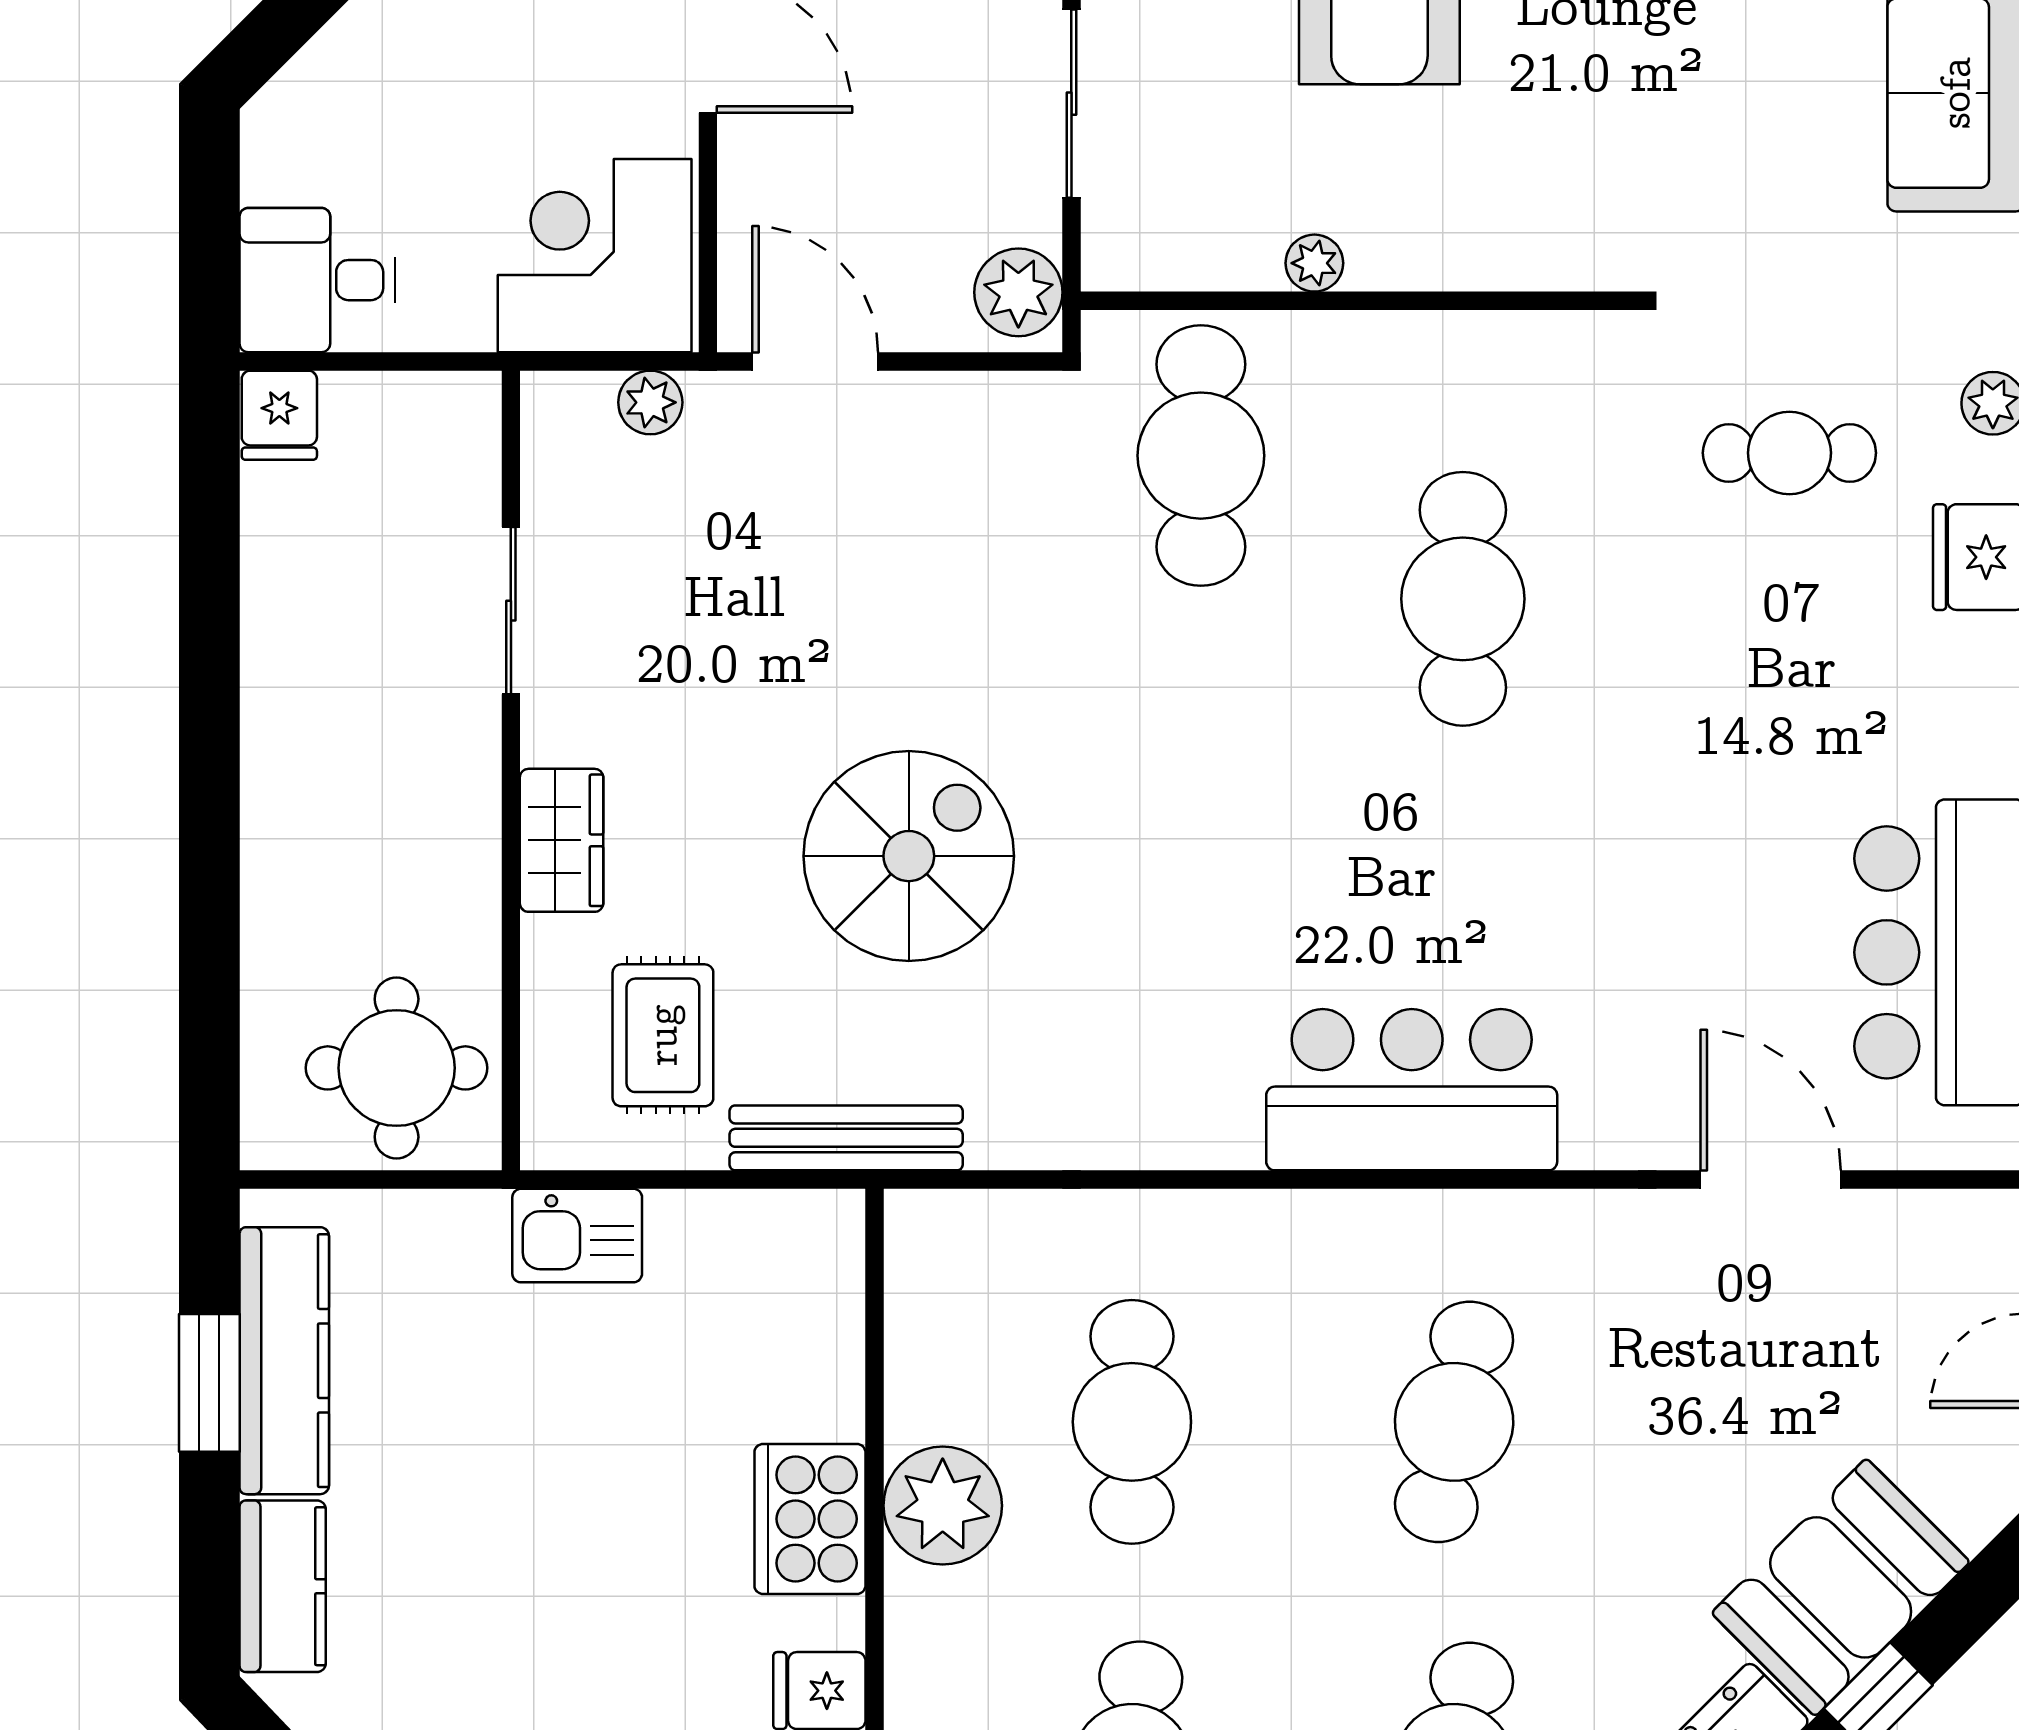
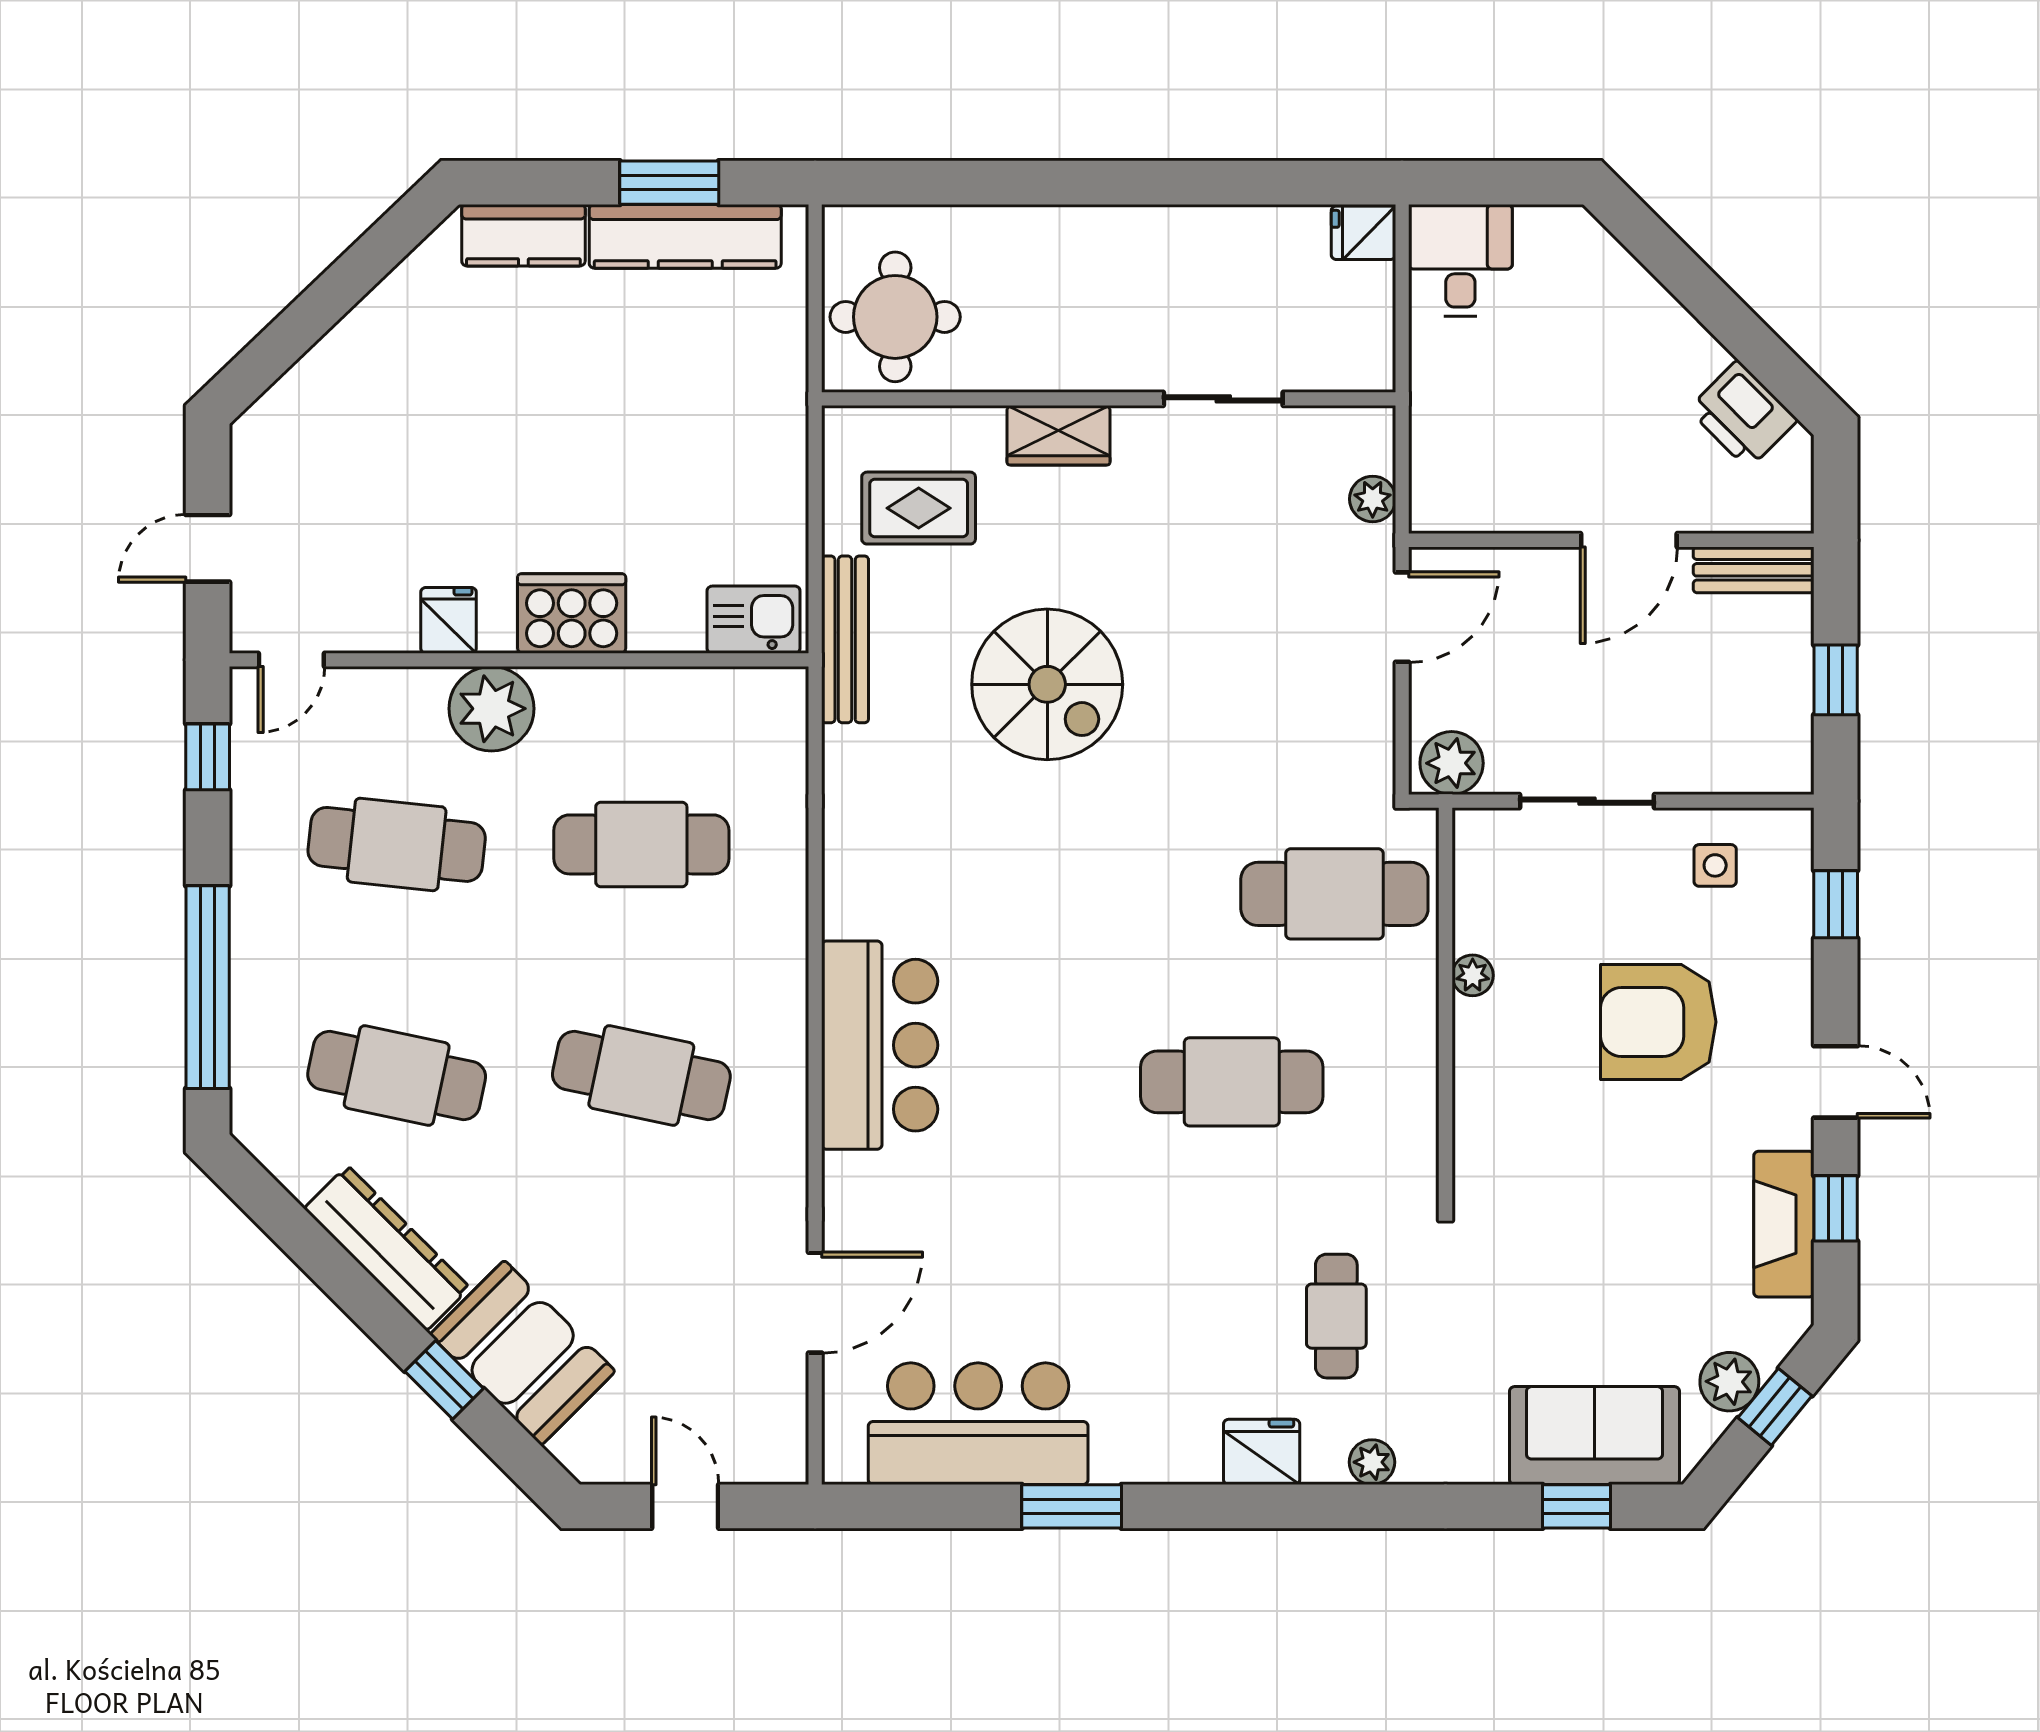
corner desk: (595, 256) -> (1478, 459), removed
kitchen sink: (577, 1236) -> (754, 620), moved, turned 90
plant: (943, 1506) -> (491, 709), moved

